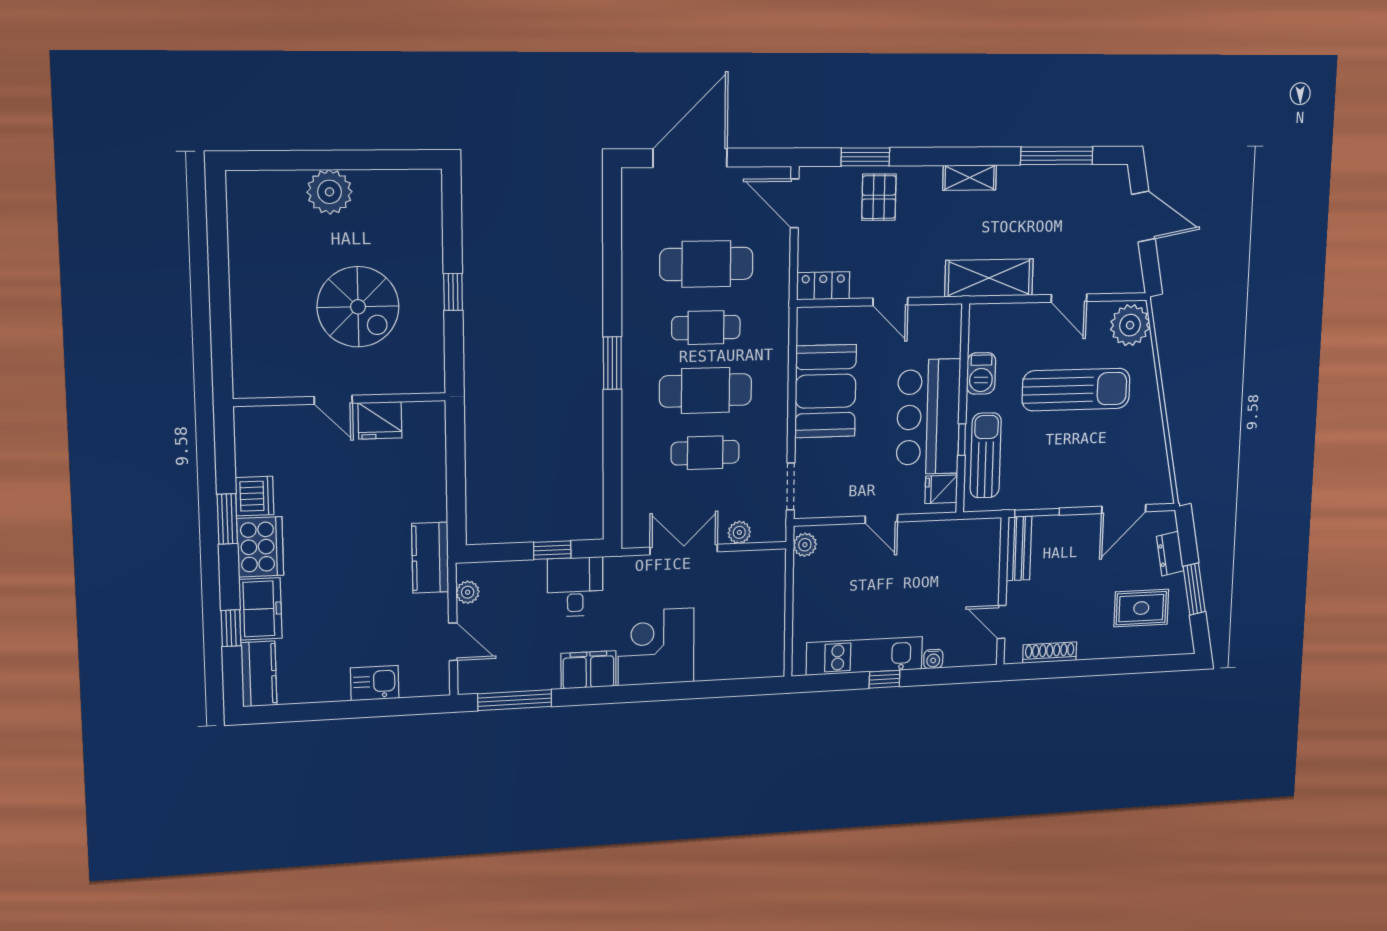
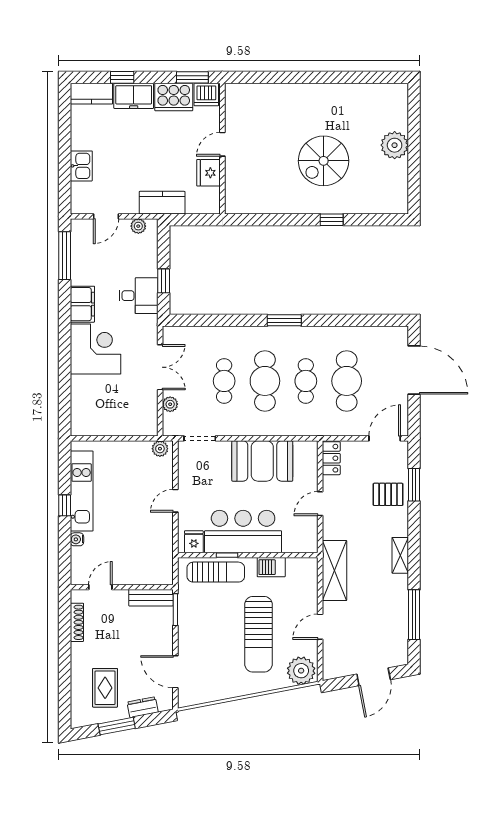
door: (333, 400) -> (222, 144), moved
wall: (340, 400) -> (222, 149), moved
fridge: (380, 420) -> (208, 173), moved

